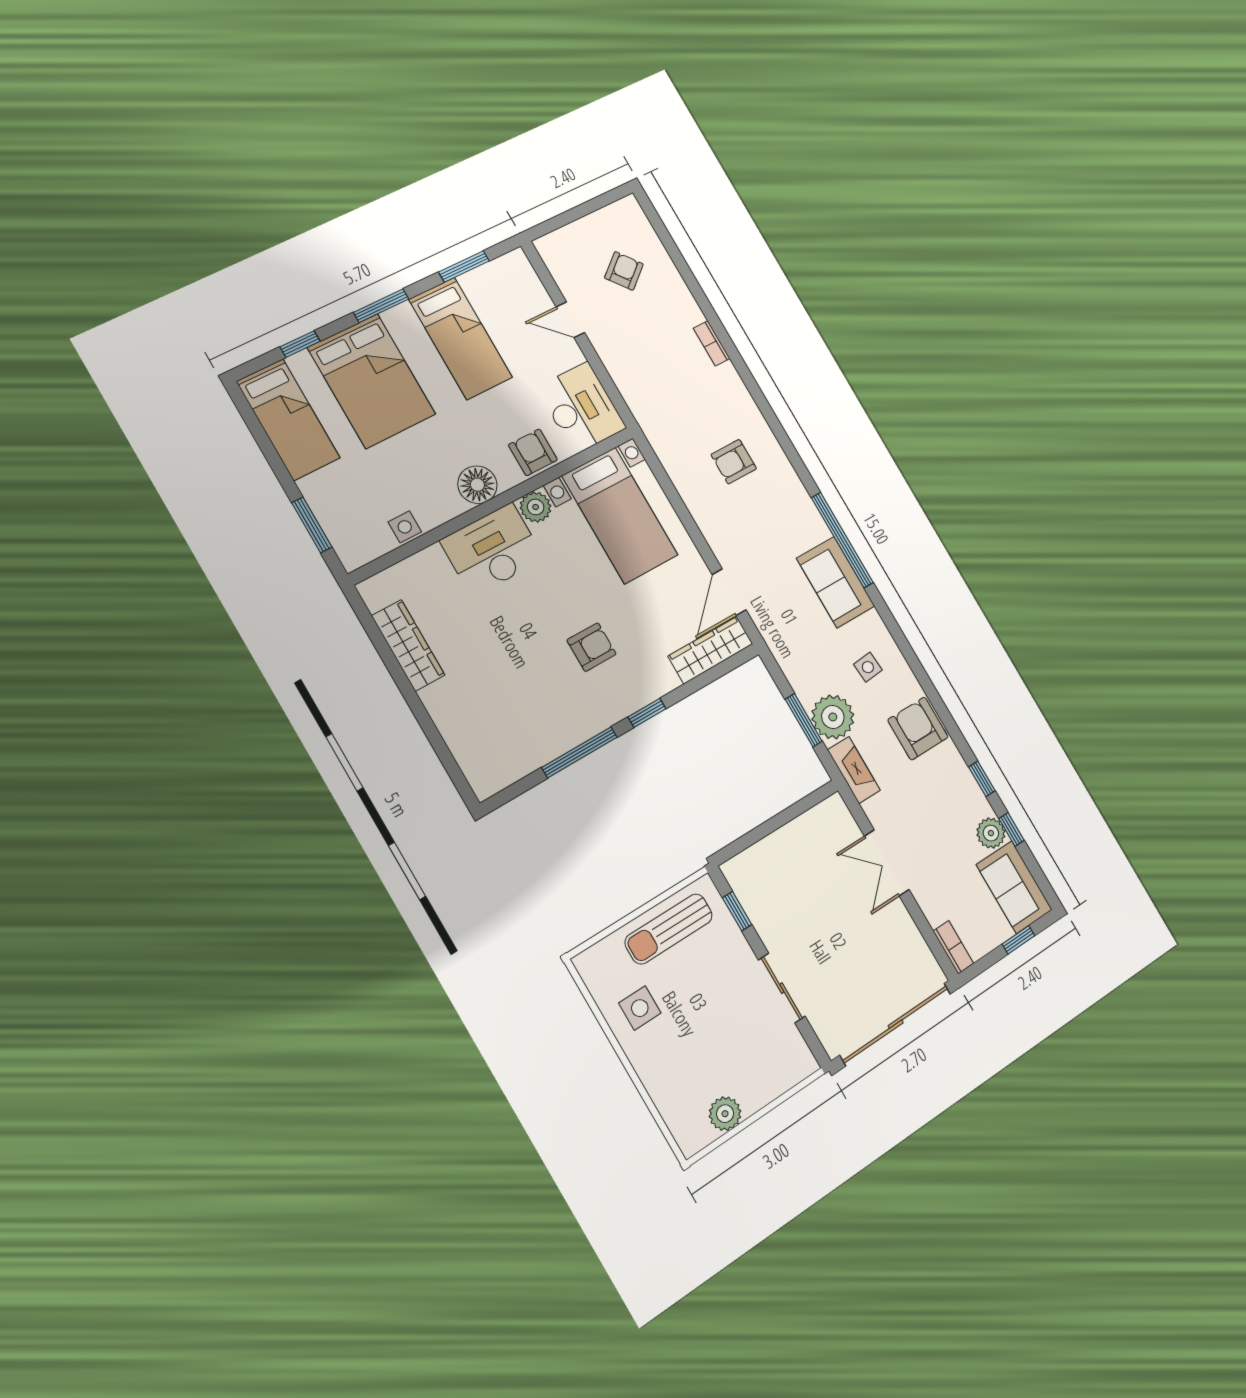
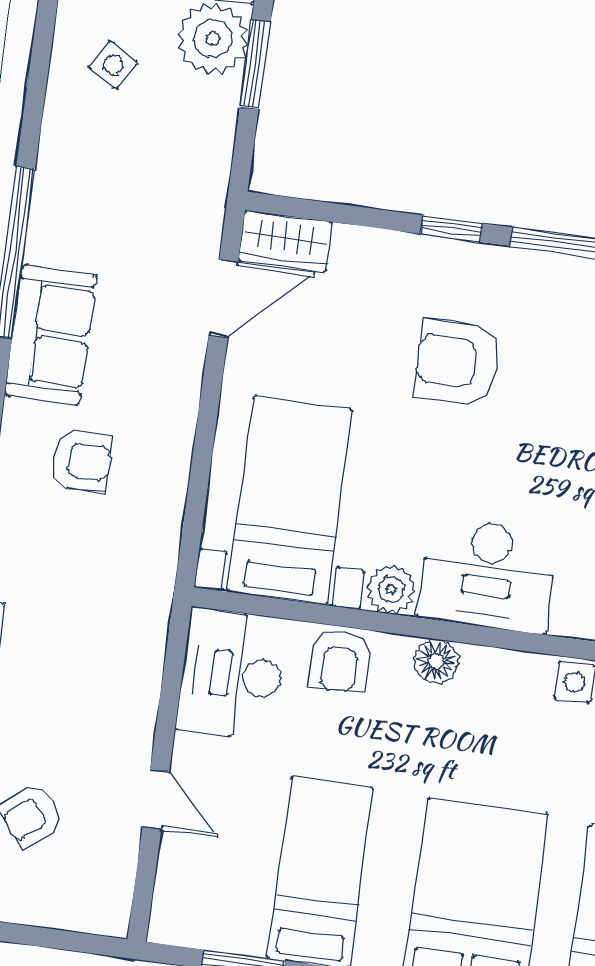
floor lamp: (477, 485) -> (436, 661), width x0.73, depth x0.73
sofa: (836, 582) -> (51, 335), moved
armchair: (592, 647) -> (457, 362), width x1.38, depth x1.38
wardrobe: (711, 650) -> (285, 241), width x0.67
side table: (868, 667) -> (114, 65), turned 37

